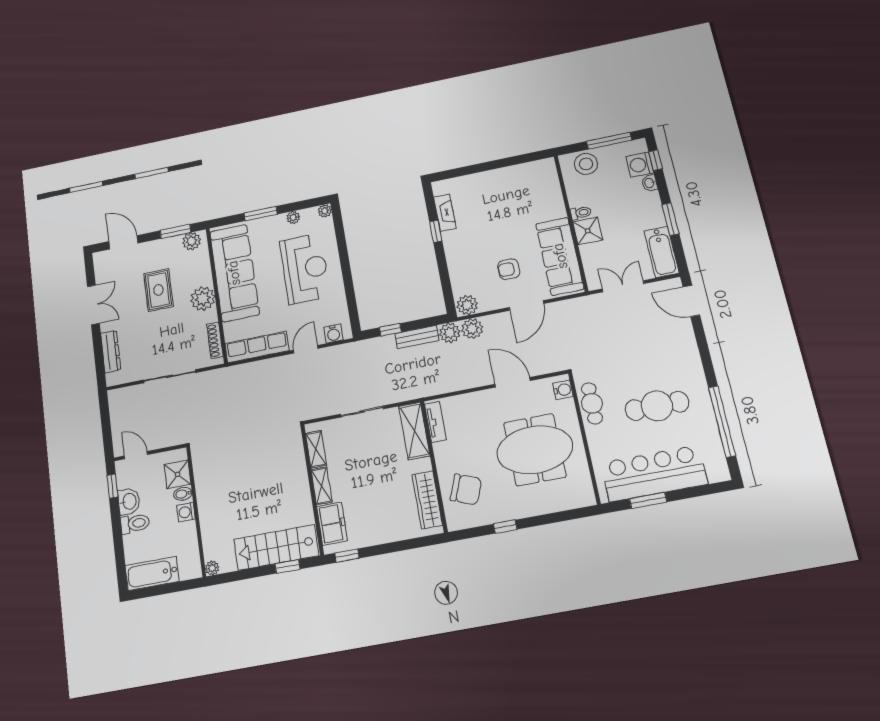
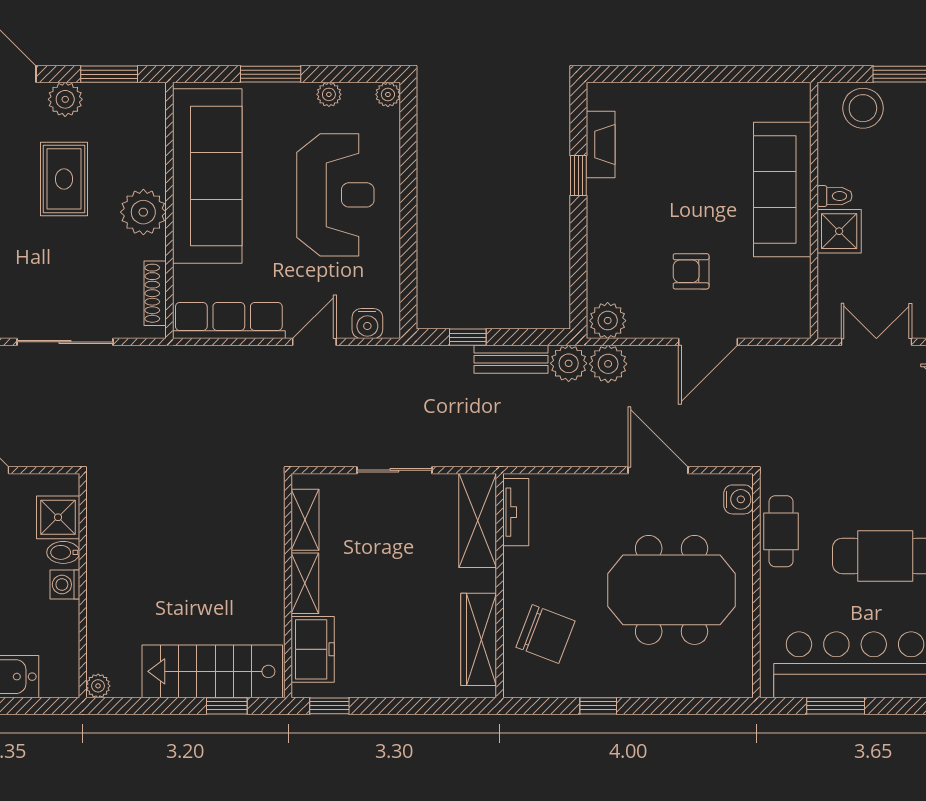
plant: (192, 241) -> (65, 99), moved
sofa: (560, 256) -> (782, 189), moved

